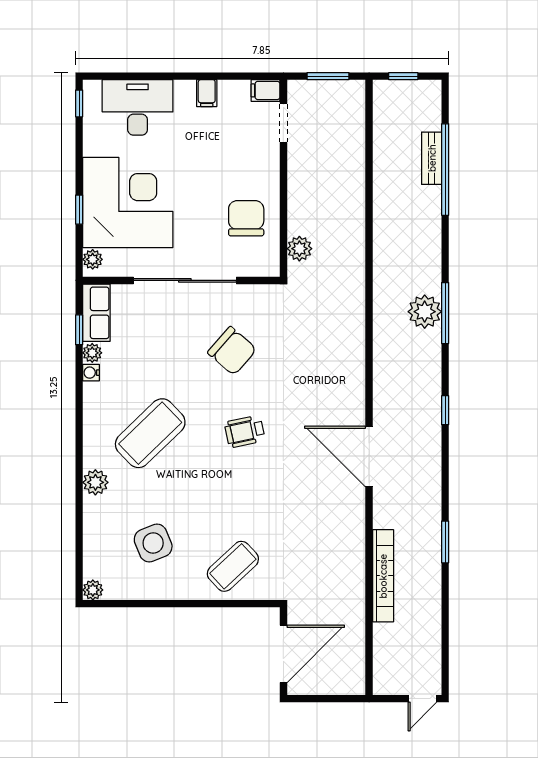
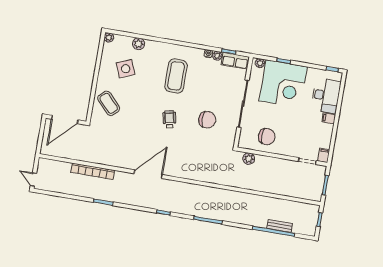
filing cabinet: (207, 93) -> (329, 118), moved
plant: (425, 312) -> (210, 211), removed
chair: (232, 351) -> (207, 120), turned -131
coffee table: (150, 433) -> (176, 76), turned 44
plant: (95, 482) -> (138, 44), moved
door: (283, 654) -> (65, 120), hinge flipped

